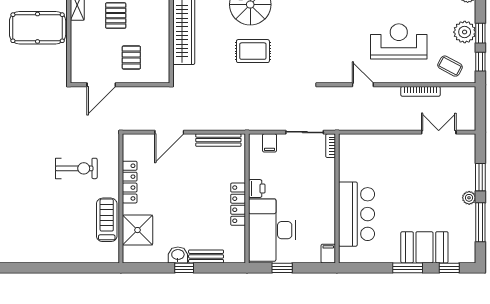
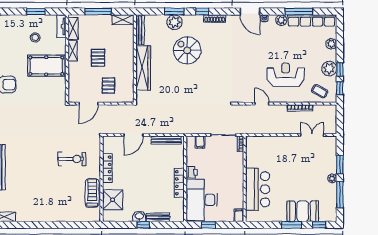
rug: (253, 51) -> (189, 81), removed

